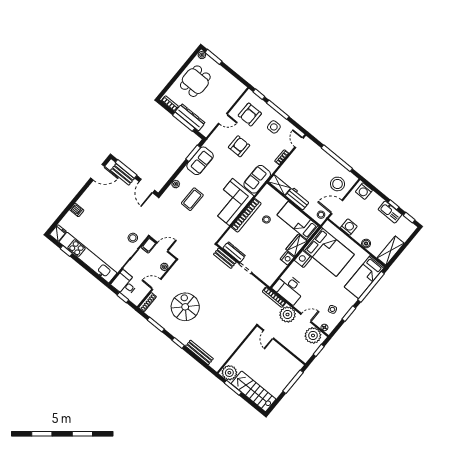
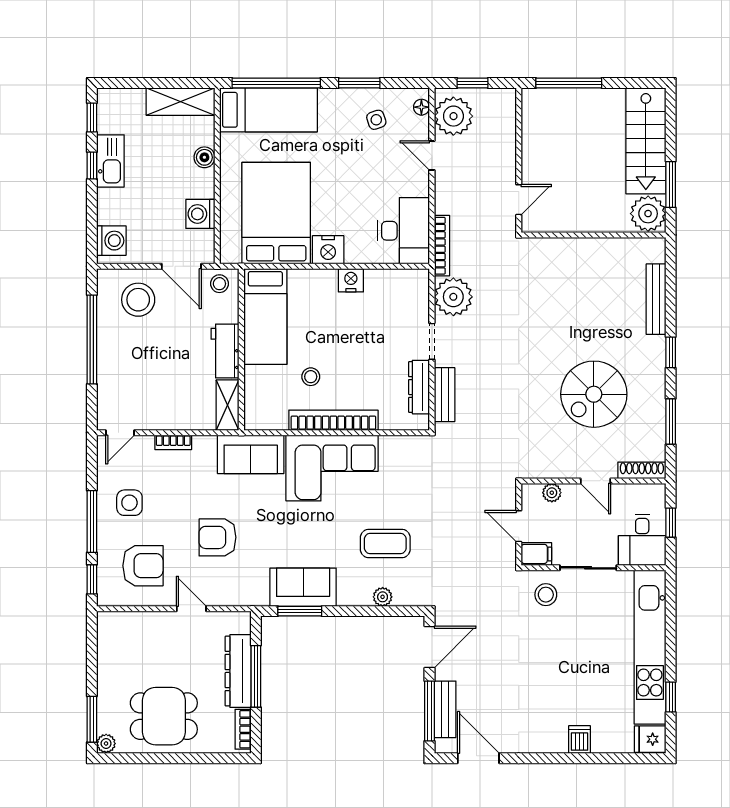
wardrobe: (297, 245) -> (313, 283), removed
plant: (288, 314) -> (453, 297), moved

